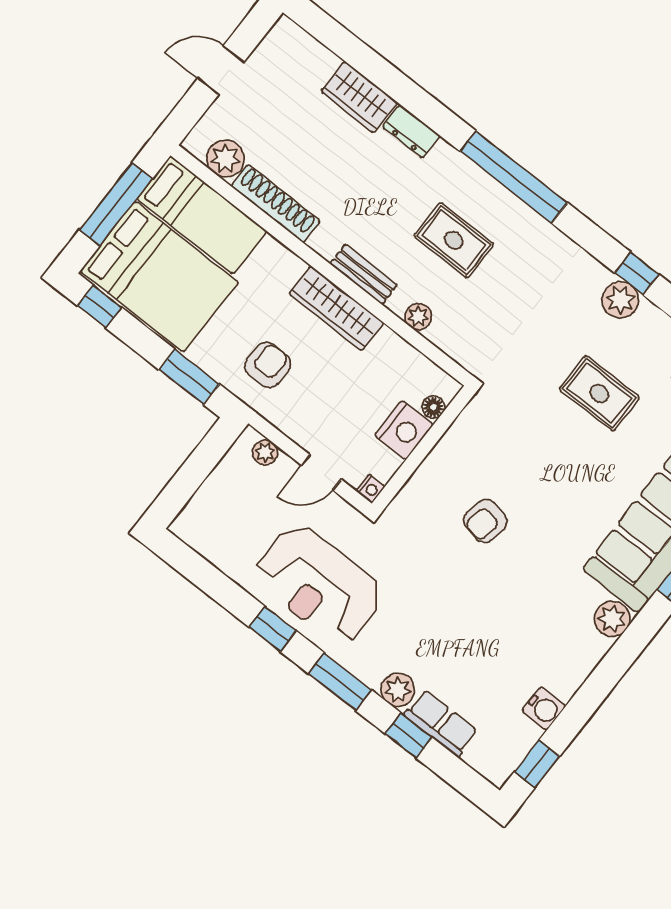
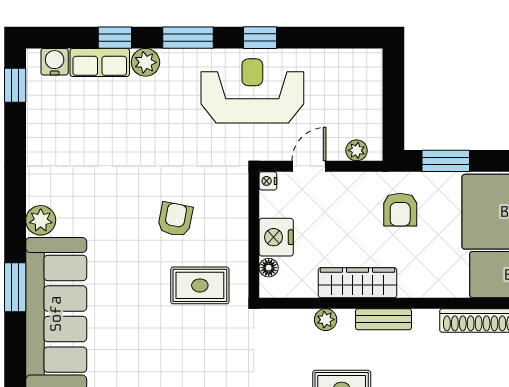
wardrobe: (336, 308) -> (358, 283), moved
rug: (599, 393) -> (200, 285), moved
water cooler: (544, 709) -> (55, 62), moved, turned 90

